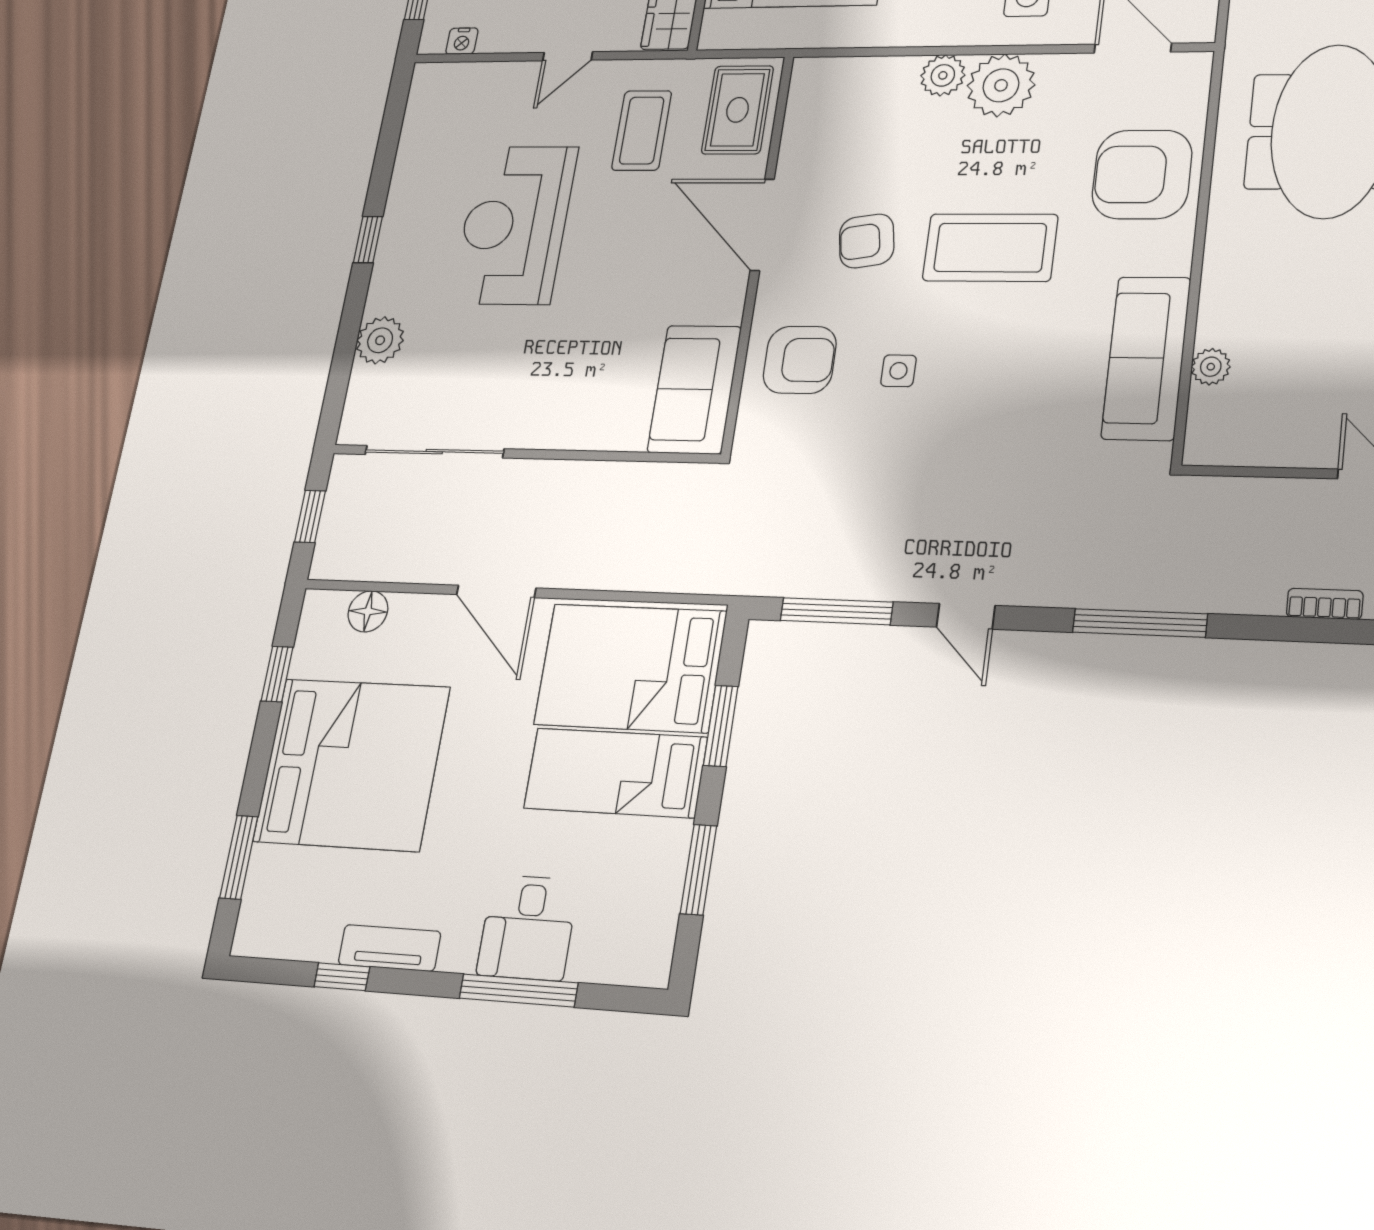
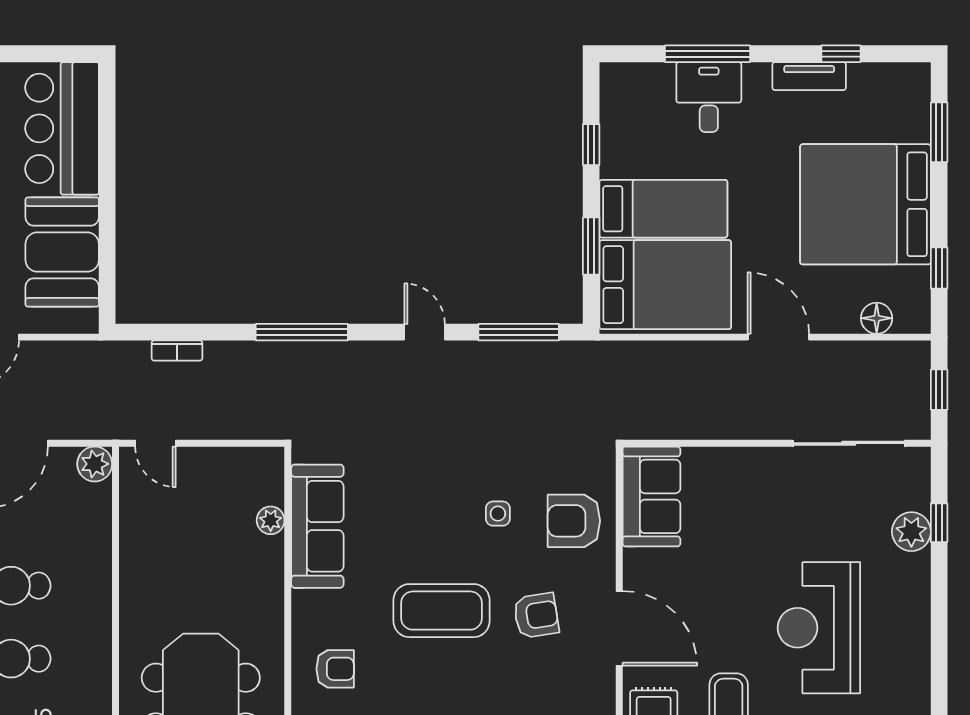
armchair: (1142, 174) -> (335, 669), width x0.53, depth x0.53
reception desk: (514, 225) -> (819, 628), turned 180
window: (368, 240) -> (939, 523), moved
window: (698, 870) -> (591, 145), width x0.67

